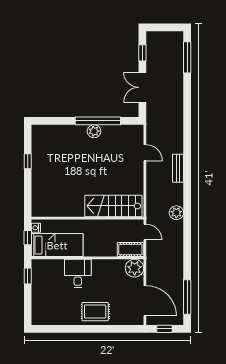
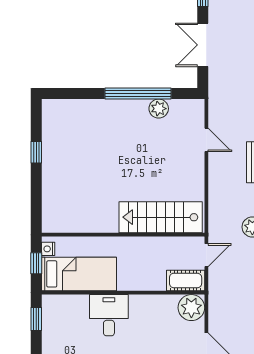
plant: (94, 131) -> (159, 109), moved
door: (145, 232) -> (206, 255), hinge flipped

